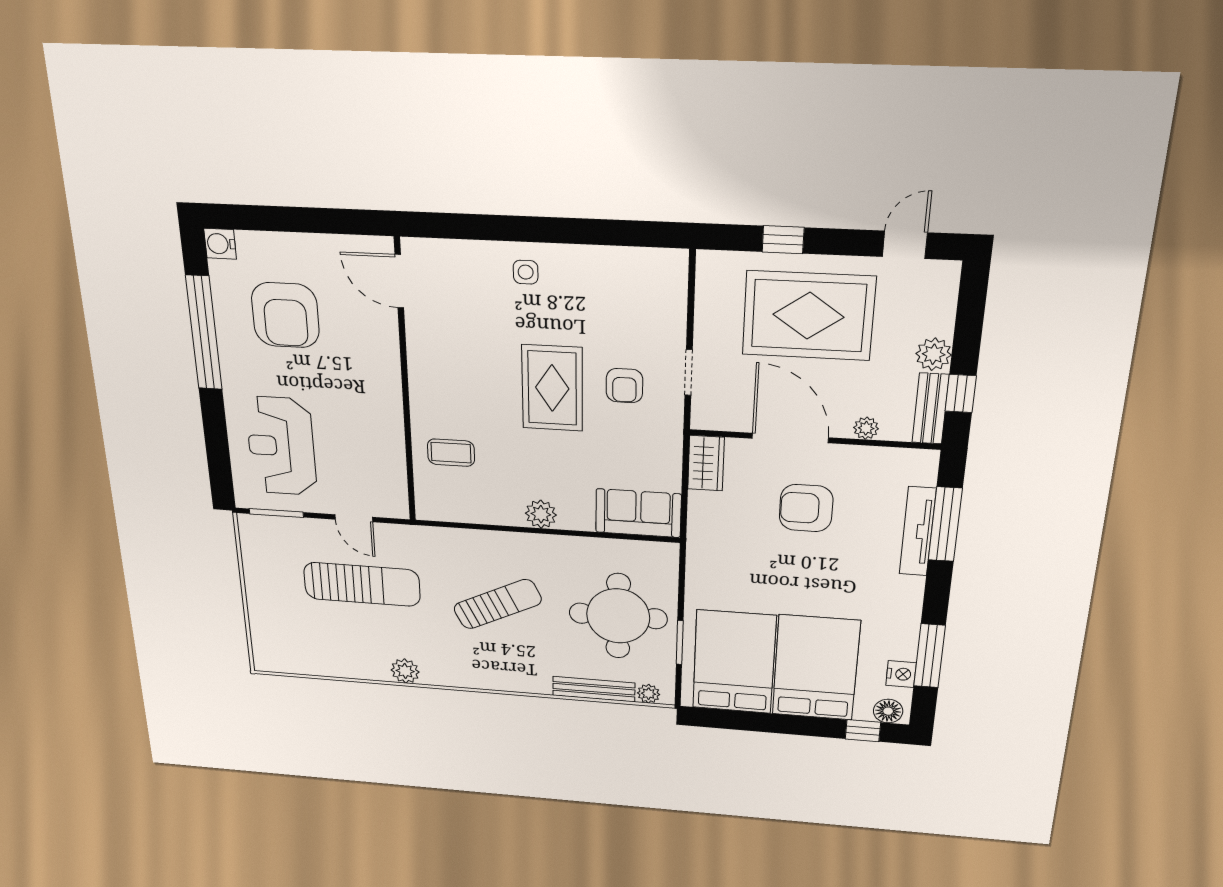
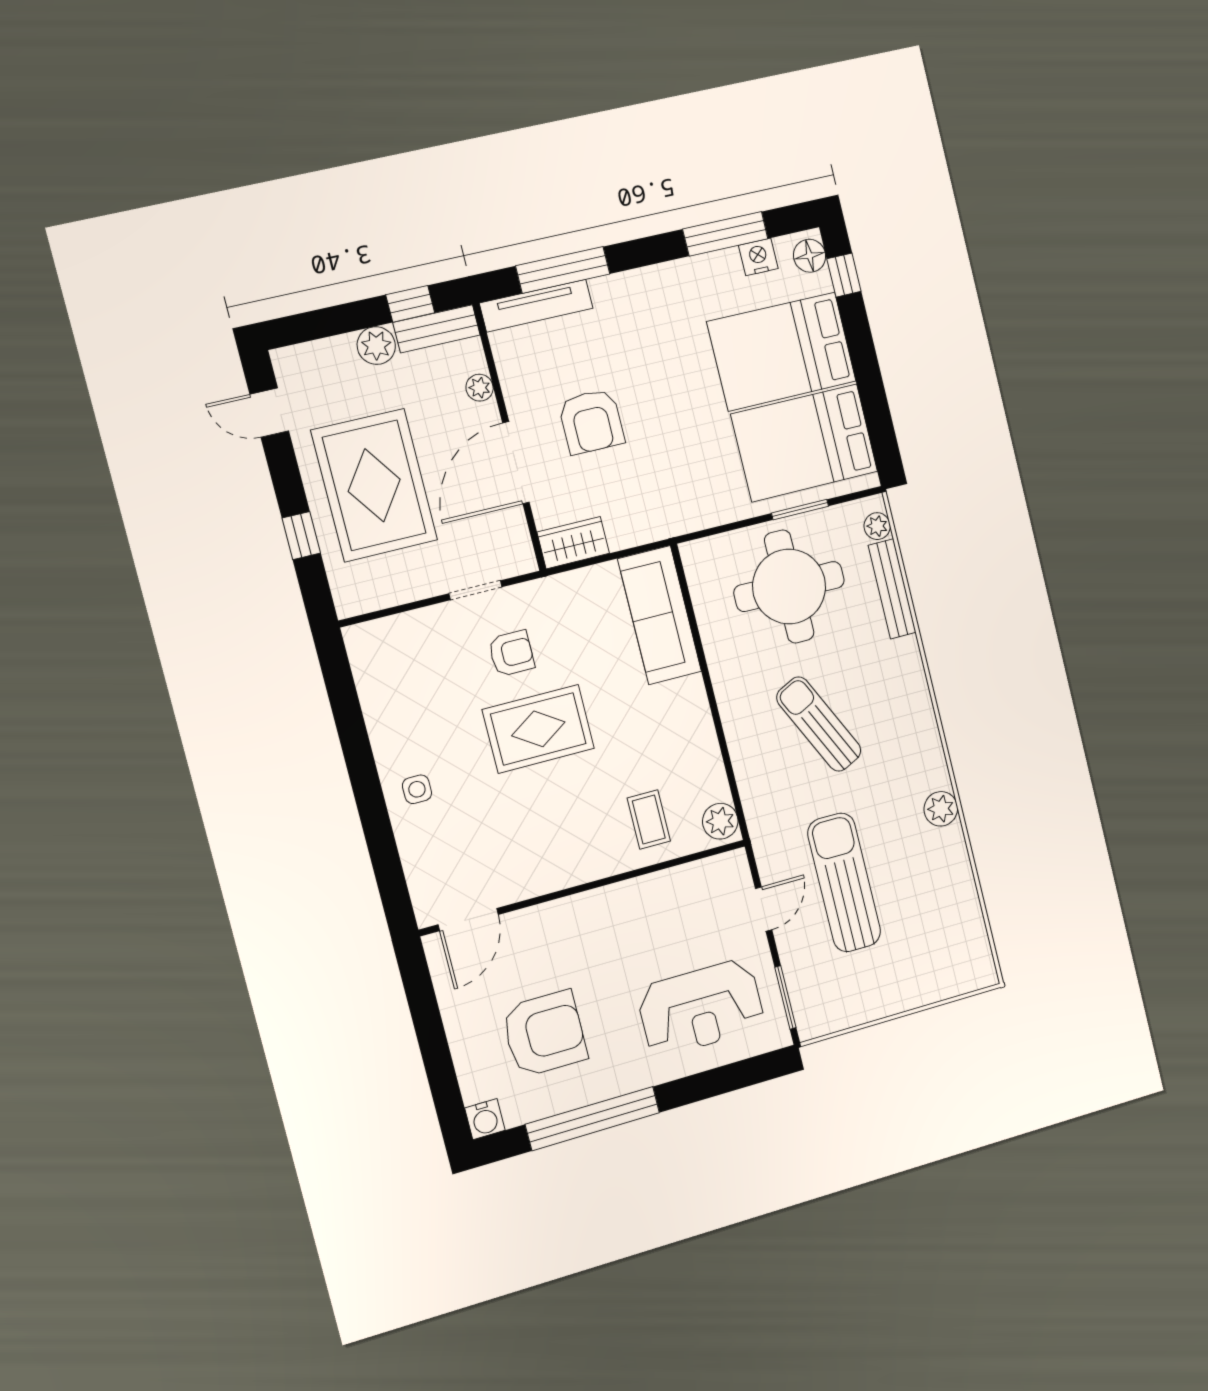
sofa: (638, 513) -> (660, 615), width x1.36
plant: (541, 514) -> (720, 821), moved
tv unit: (918, 531) -> (536, 306), moved

